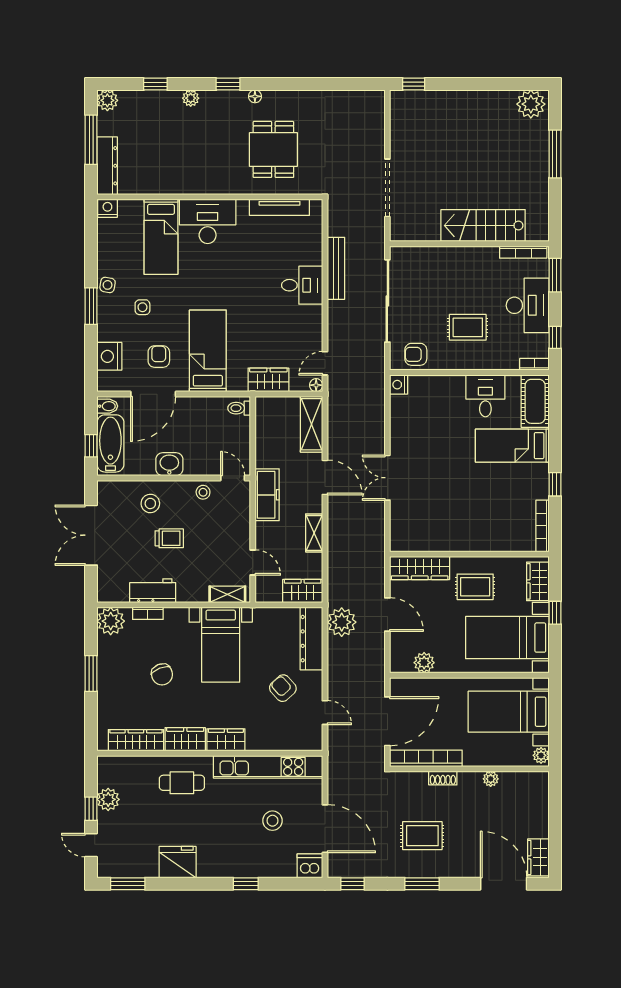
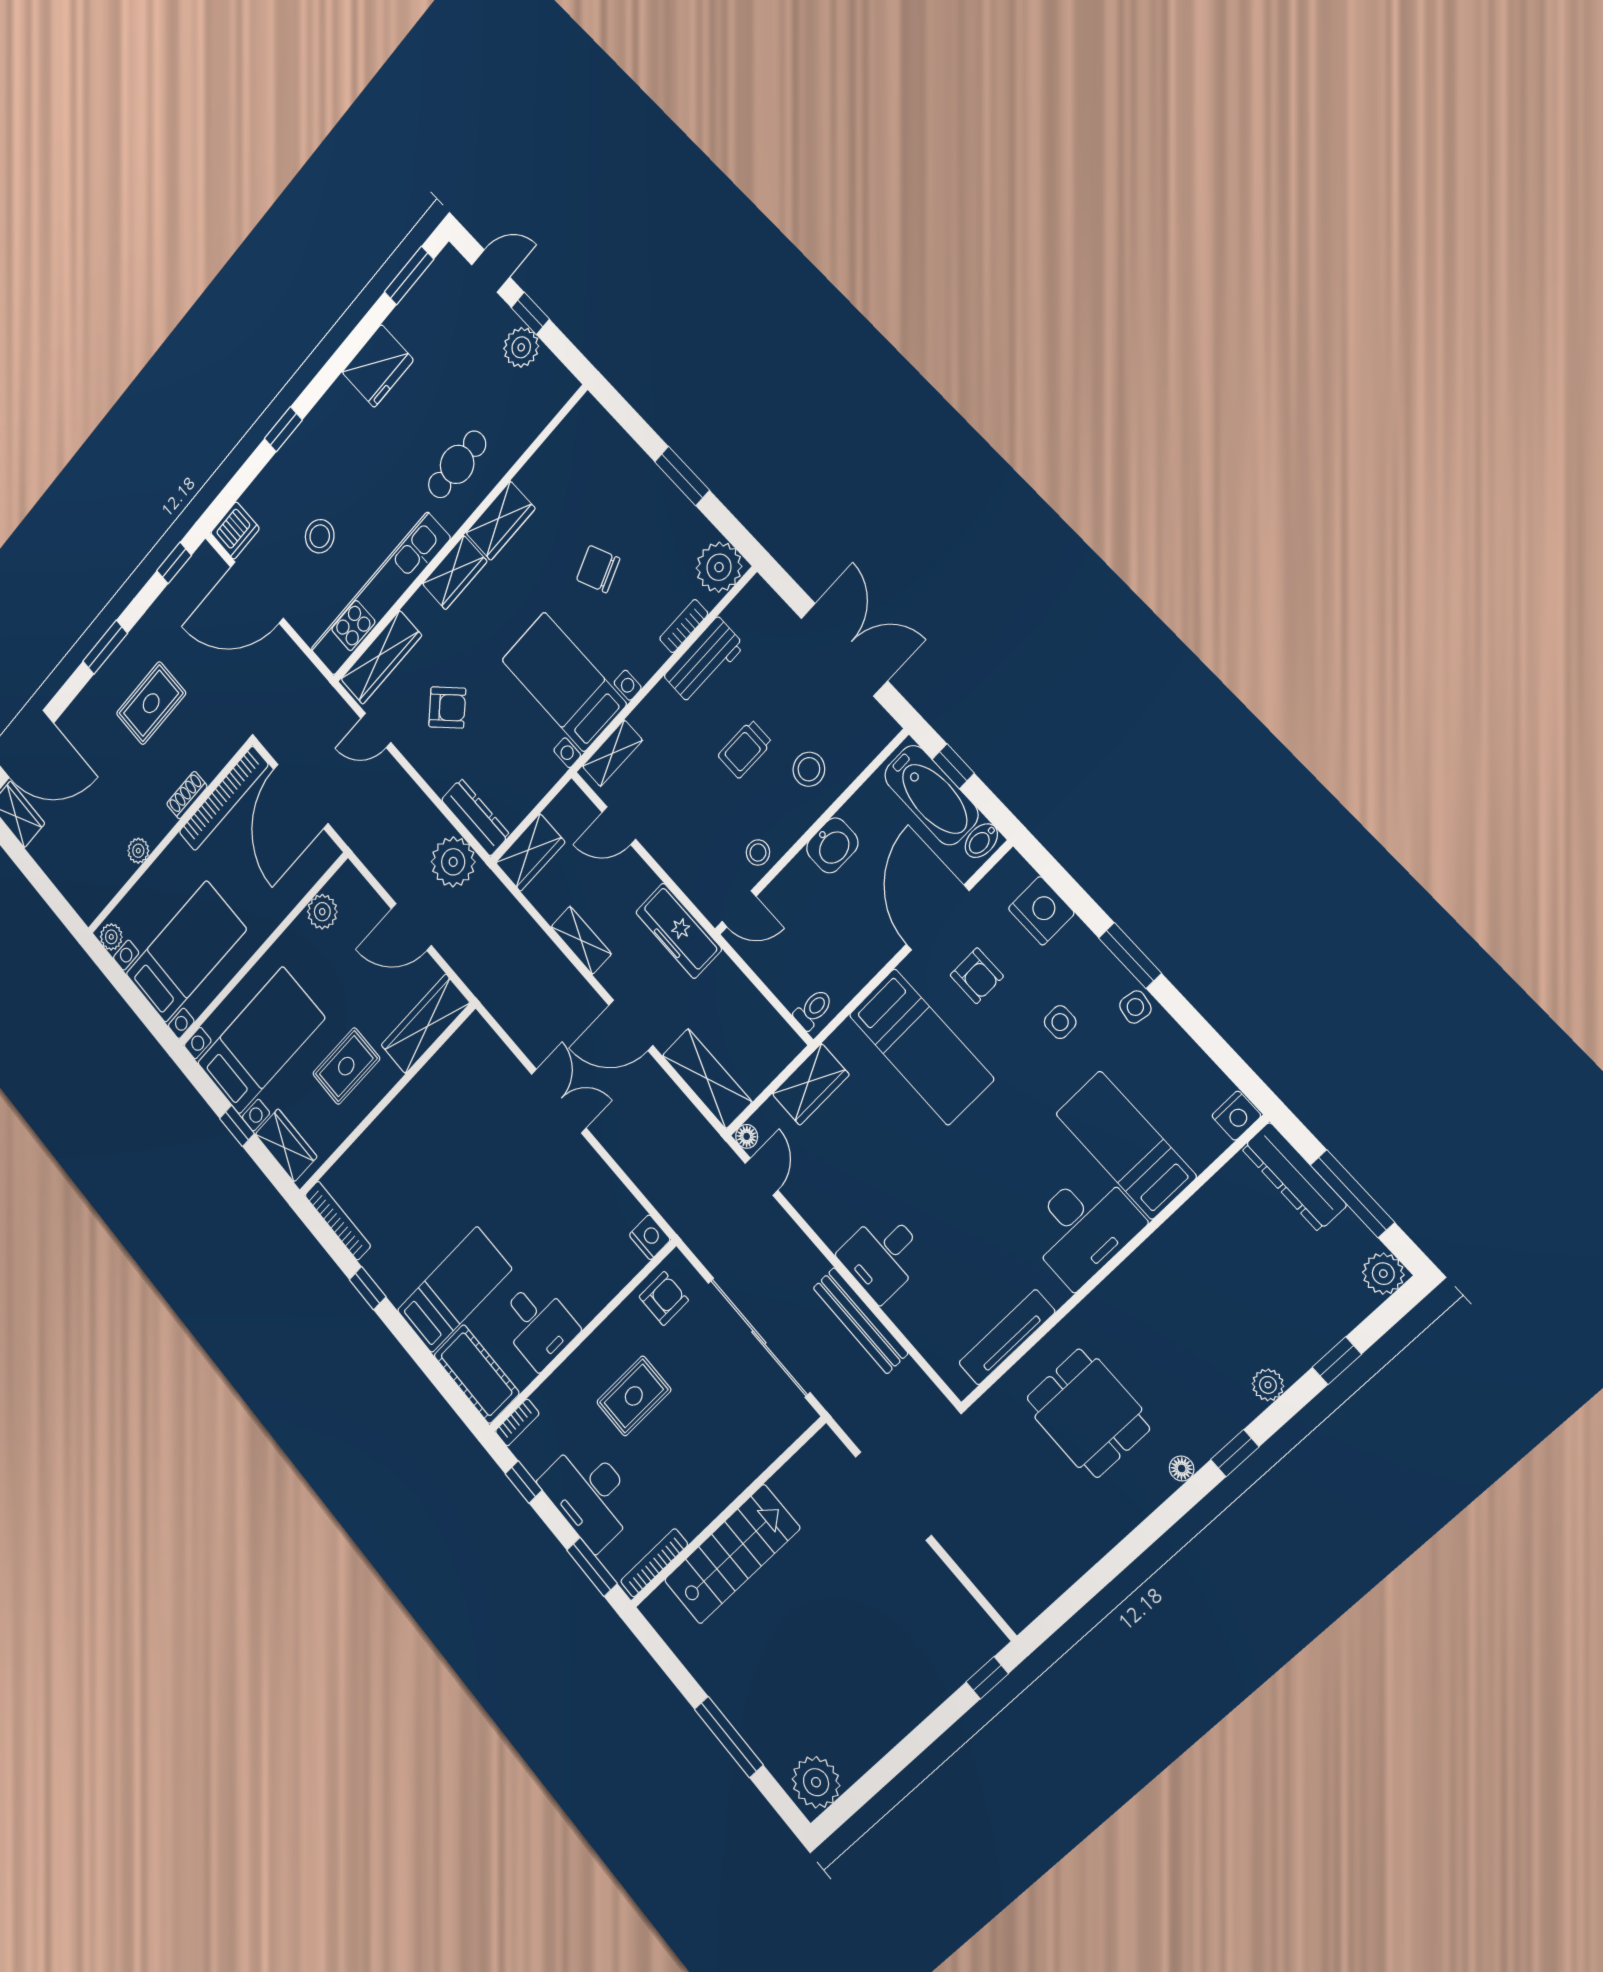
dresser: (311, 639) -> (475, 817), width x0.73, depth x0.80
wardrobe: (136, 740) -> (381, 657), moved

